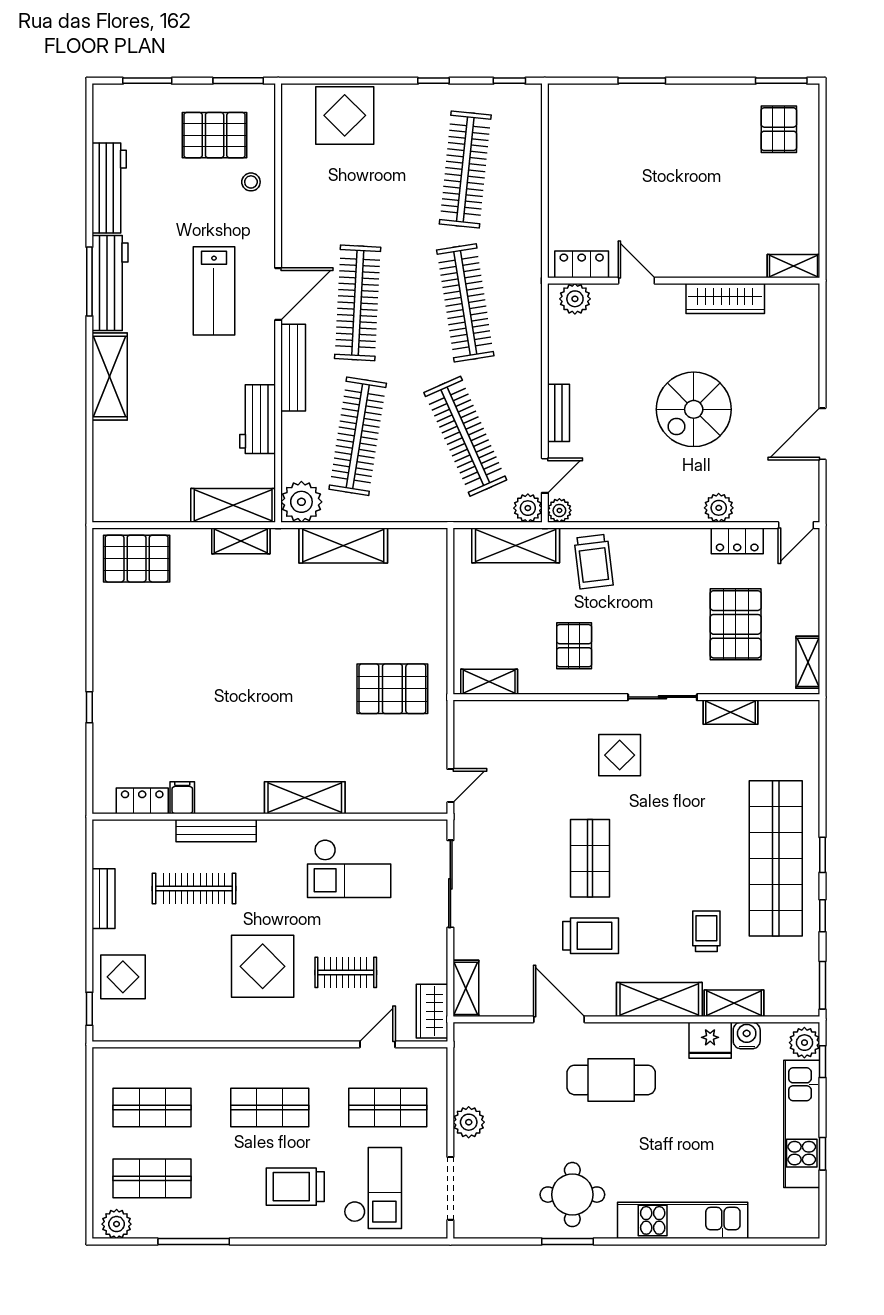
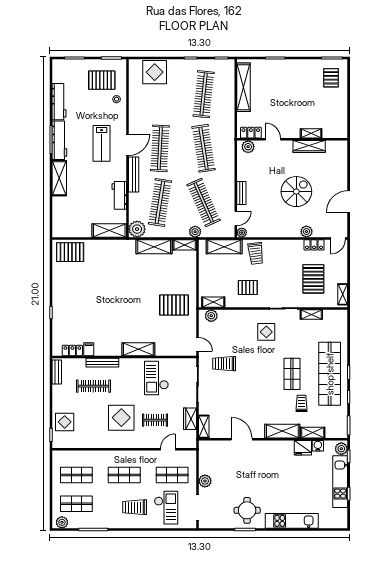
shelving: (564, 153) -> (244, 87), added
shelving: (794, 266) -> (311, 133), moved
spiral stairs: (694, 409) -> (296, 192), turned 180
plant: (528, 508) -> (195, 232), moved
shelving: (241, 541) -> (185, 245), moved
pallet: (574, 646) -> (248, 287), turned 90
plant: (484, 715) -> (211, 316), added
door: (450, 786) -> (198, 344), hinge flipped
shop shelf: (590, 858) -> (292, 374), moved
checkout: (349, 869) -> (156, 378), turned 90
bench: (104, 899) -> (57, 372), moved
trolley: (591, 936) -> (224, 364), moved, turned 180
wardrobe: (432, 1011) -> (190, 419), moved
cafe table: (611, 1080) -> (263, 464), removed

